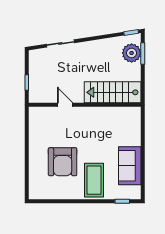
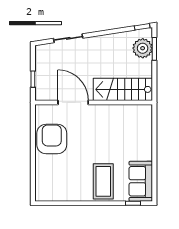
door: (65, 105) -> (73, 102), width x1.87
armchair: (63, 162) -> (52, 139), moved, turned 180
sofa: (130, 166) -> (141, 181), moved

